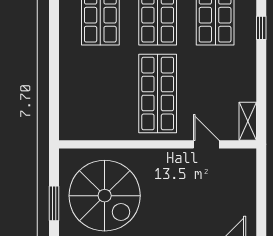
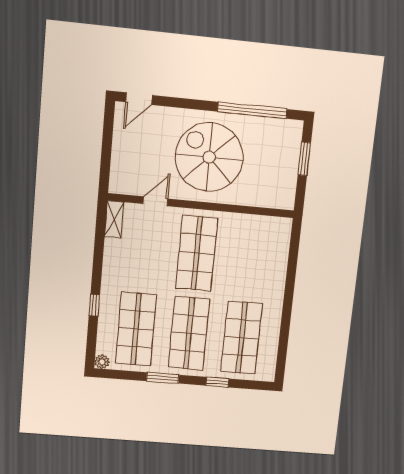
door: (206, 144) -> (155, 201), swing flipped
spiral stairs: (105, 196) -> (209, 157), moved

